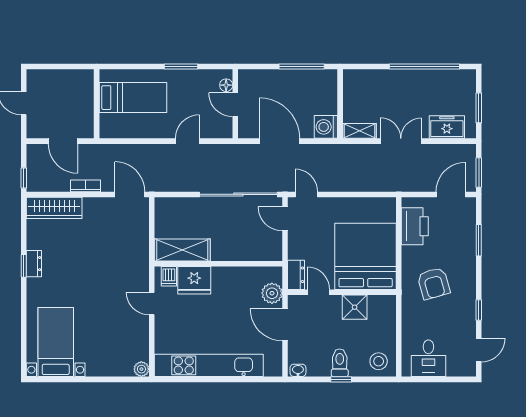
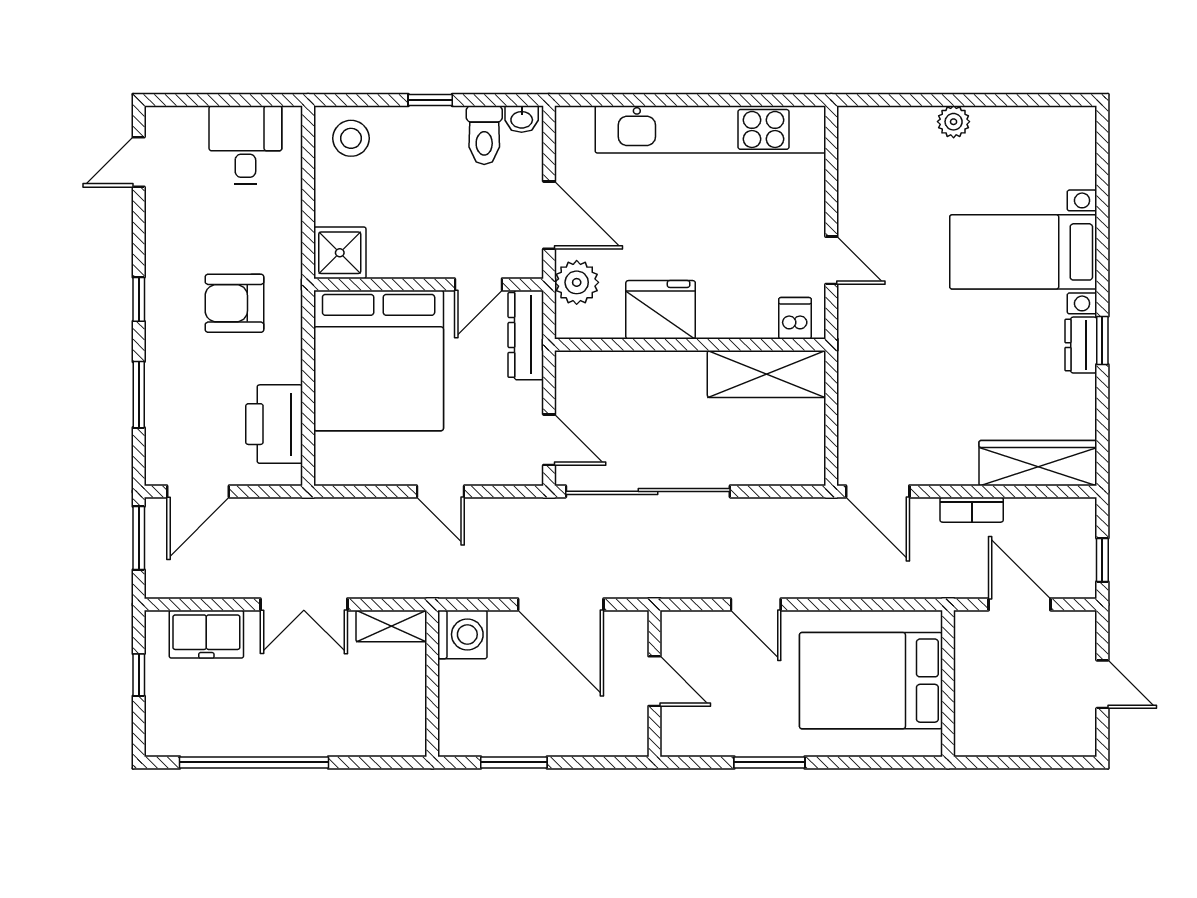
window: (302, 66) -> (514, 762), width x0.69
floor lamp: (226, 85) -> (674, 723), removed
bed: (133, 98) -> (871, 681), width x1.50
window: (479, 108) -> (139, 675), width x0.67
door: (187, 141) -> (756, 604), hinge flipped
window: (24, 178) -> (1102, 560), moved
door: (306, 194) -> (440, 491), moved
dresser: (296, 275) -> (526, 335), width x1.44
fridge: (194, 280) -> (661, 310), moved
armchair: (434, 283) -> (235, 303), turned -74
door: (318, 292) -> (478, 284), hinge flipped
shower: (355, 307) -> (340, 253), moved
window: (479, 310) -> (139, 299), moved
bed with nightstands: (56, 342) -> (1023, 252), moved, turned 90
toilet: (340, 363) -> (484, 135), moved
plant: (141, 369) -> (954, 122), moved

